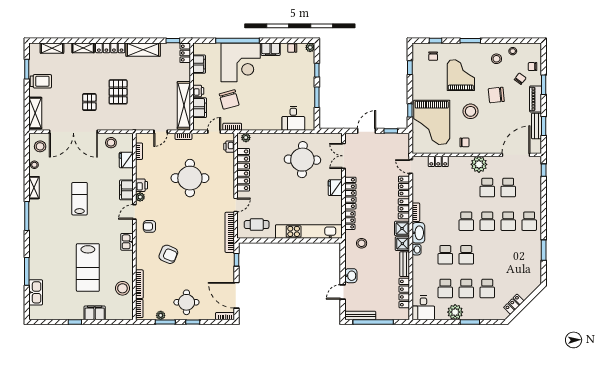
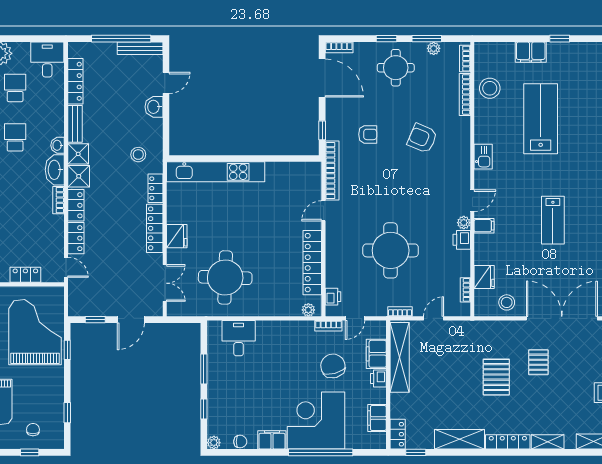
filing cabinet: (126, 190) -> (484, 226), width x0.50
cafe table: (257, 225) -> (292, 182), removed
armchair: (149, 226) -> (368, 134), moved

